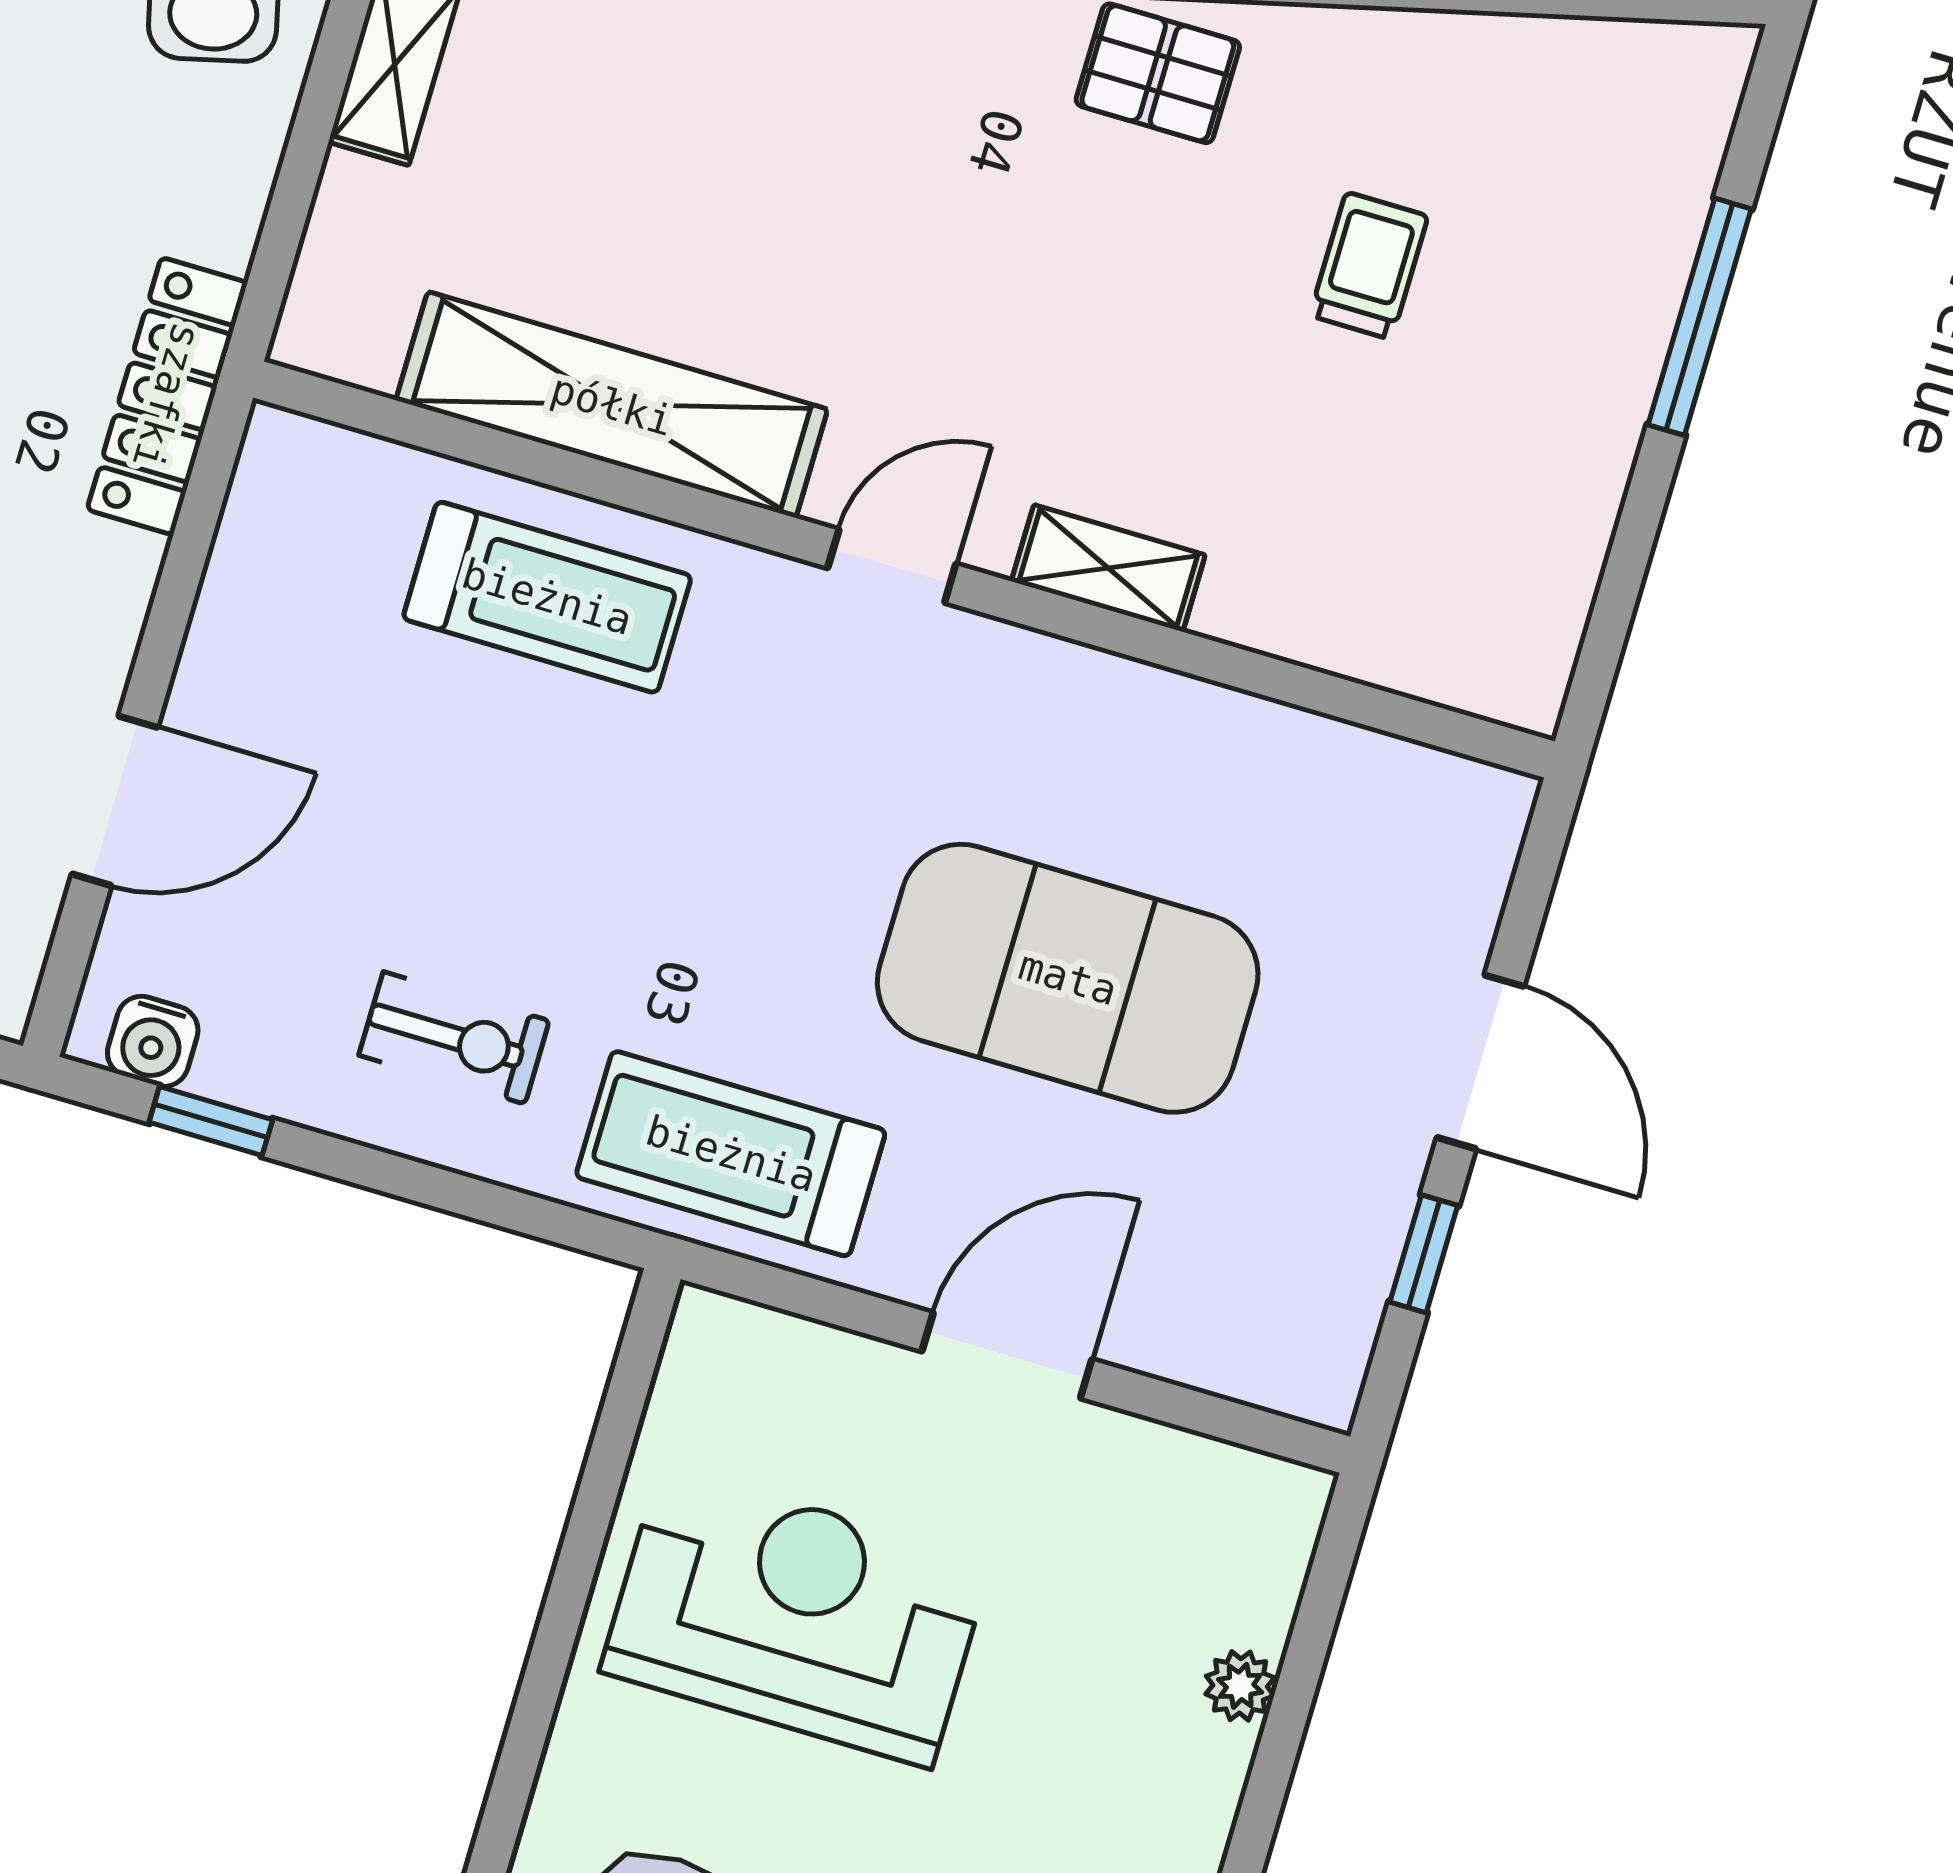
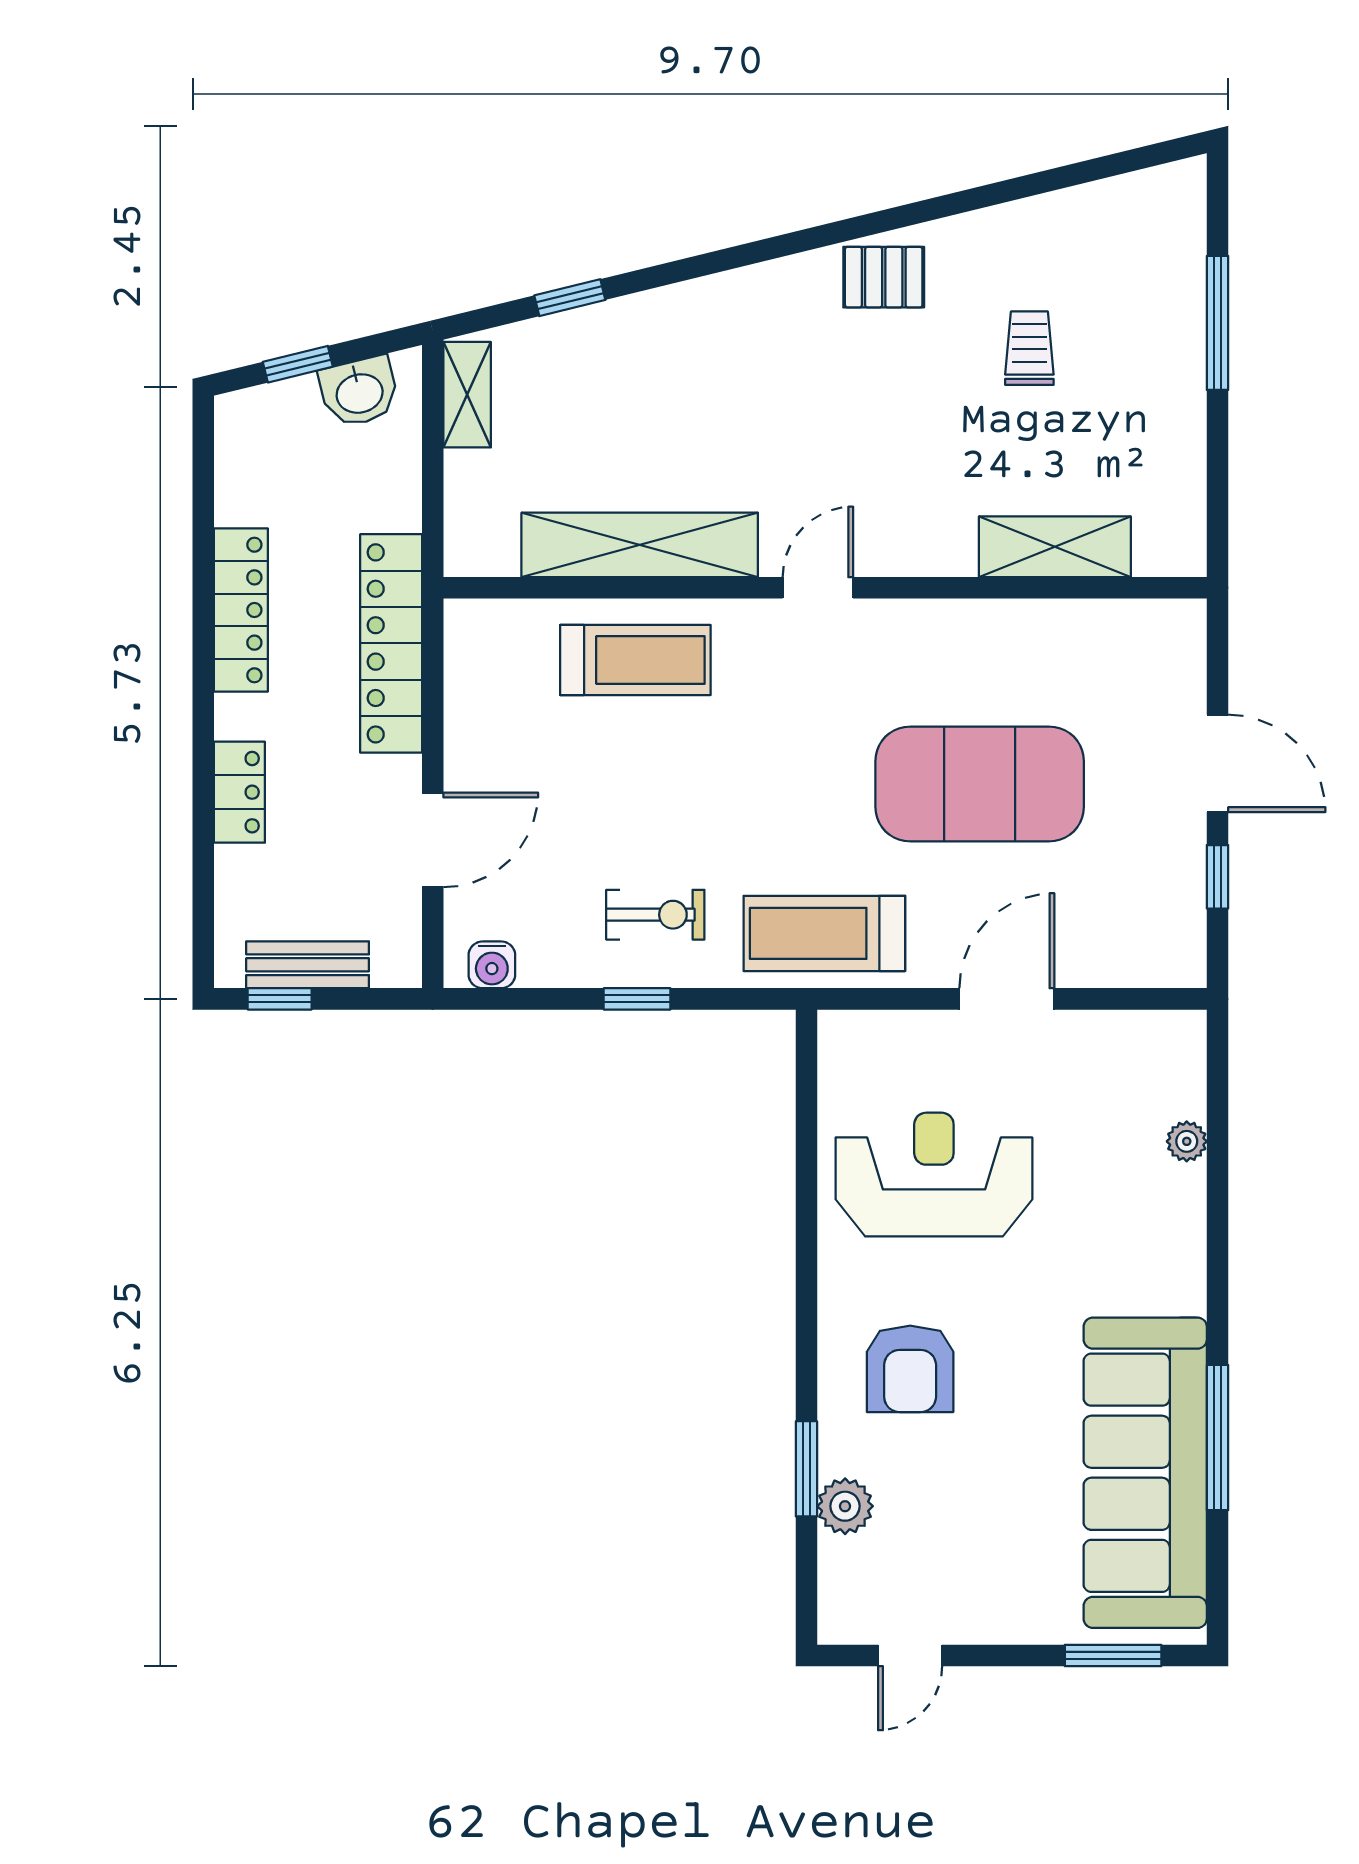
locker: (167, 396) -> (391, 643), width x1.41, depth x1.21
shelving: (1108, 568) -> (1055, 547), moved, width x1.50, depth x1.33
window: (211, 1121) -> (637, 999), moved

